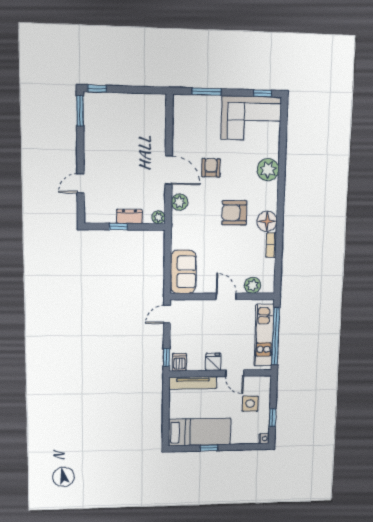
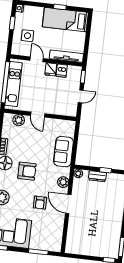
sofa: (183, 272) -> (63, 152), moved
door: (167, 314) -> (81, 96), moved
dishwasher: (179, 362) -> (62, 71), moved

